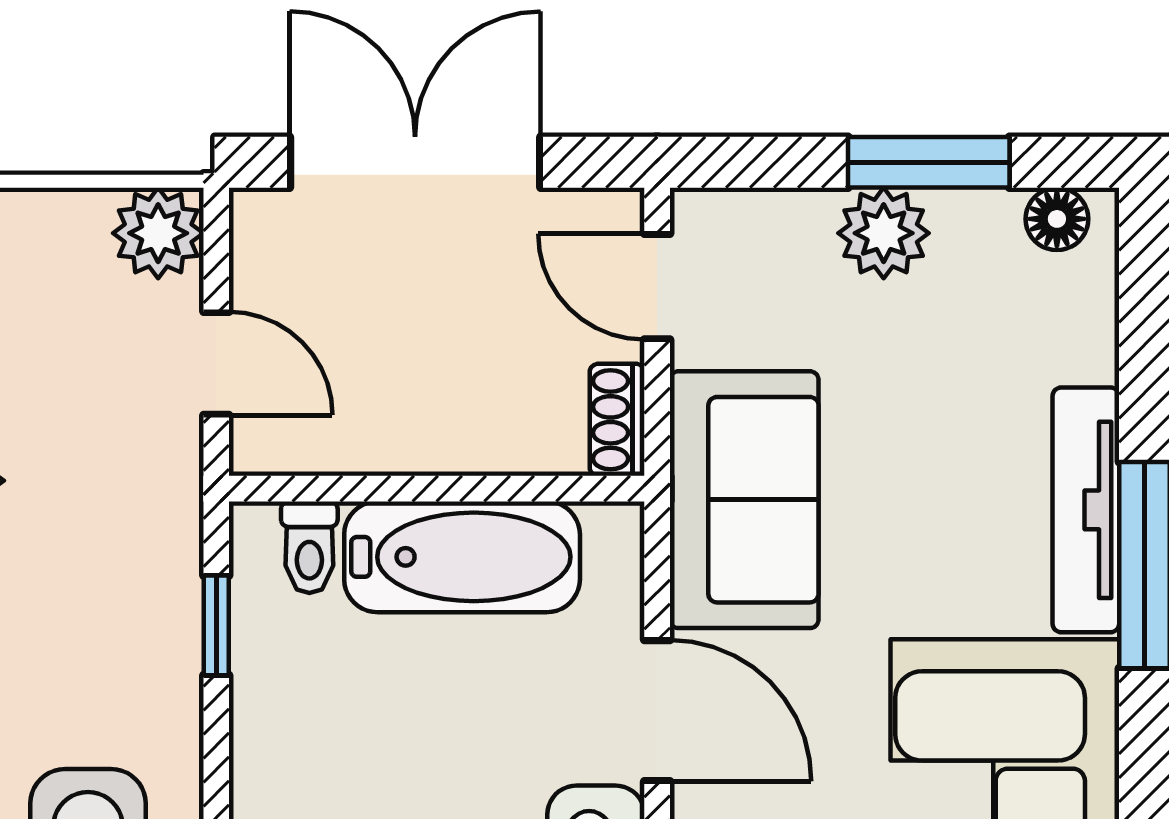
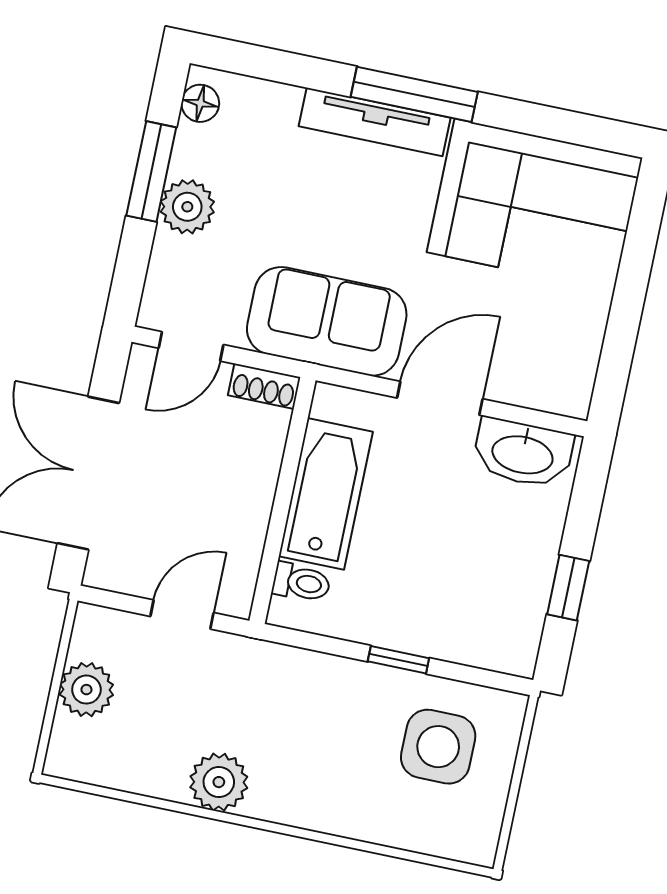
plant: (158, 233) -> (86, 690), moved
window: (216, 625) -> (398, 660), moved

